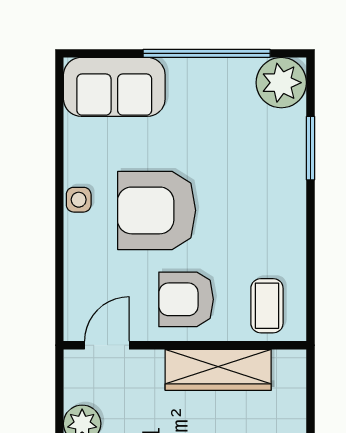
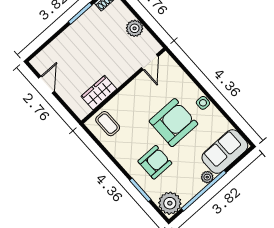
plant: (181, 71) -> (207, 177), added
armchair: (186, 299) -> (155, 162), moved
wardrobe: (218, 370) -> (99, 93), width x0.67

